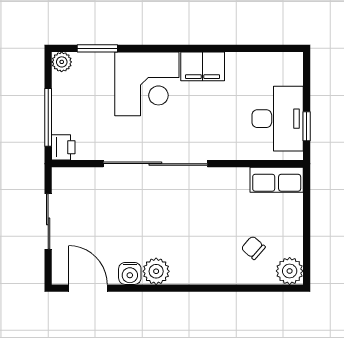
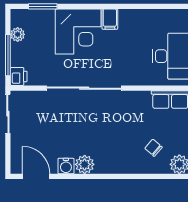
plant: (62, 62) -> (18, 34), moved
filing cabinet: (203, 66) -> (110, 19), width x0.50
sliding door: (48, 221) -> (8, 114), moved

